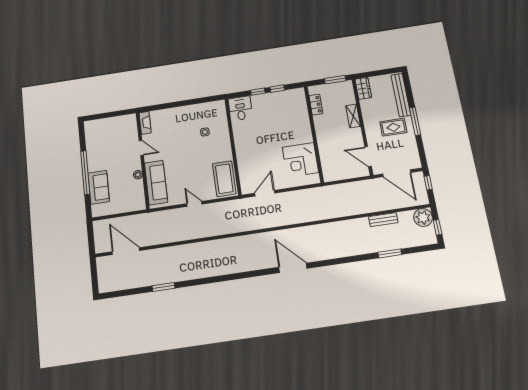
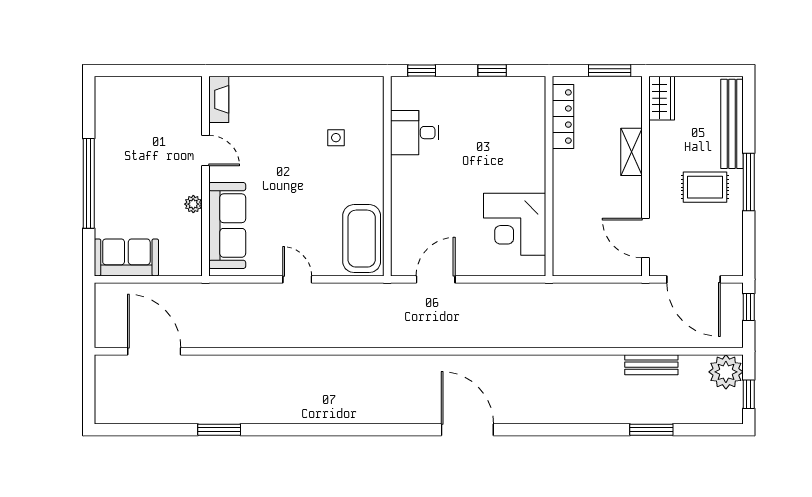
window: (258, 92) -> (422, 71), moved
locker: (316, 105) -> (563, 117), width x1.53
desk: (240, 108) -> (415, 133), moved, turned -90
sofa: (99, 187) -> (126, 257), moved, turned -90

